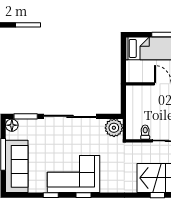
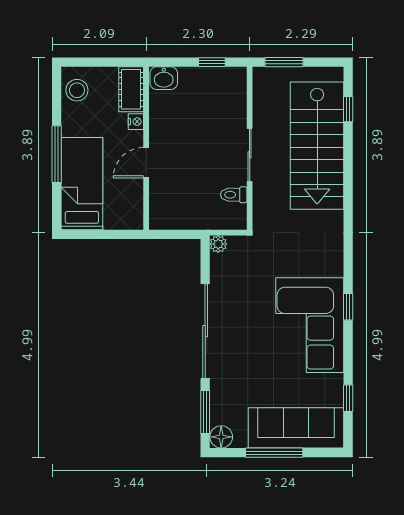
plant: (114, 128) -> (218, 244), width x0.53, depth x0.53
window: (51, 195) -> (348, 398), moved
window: (157, 195) -> (348, 173), removed

